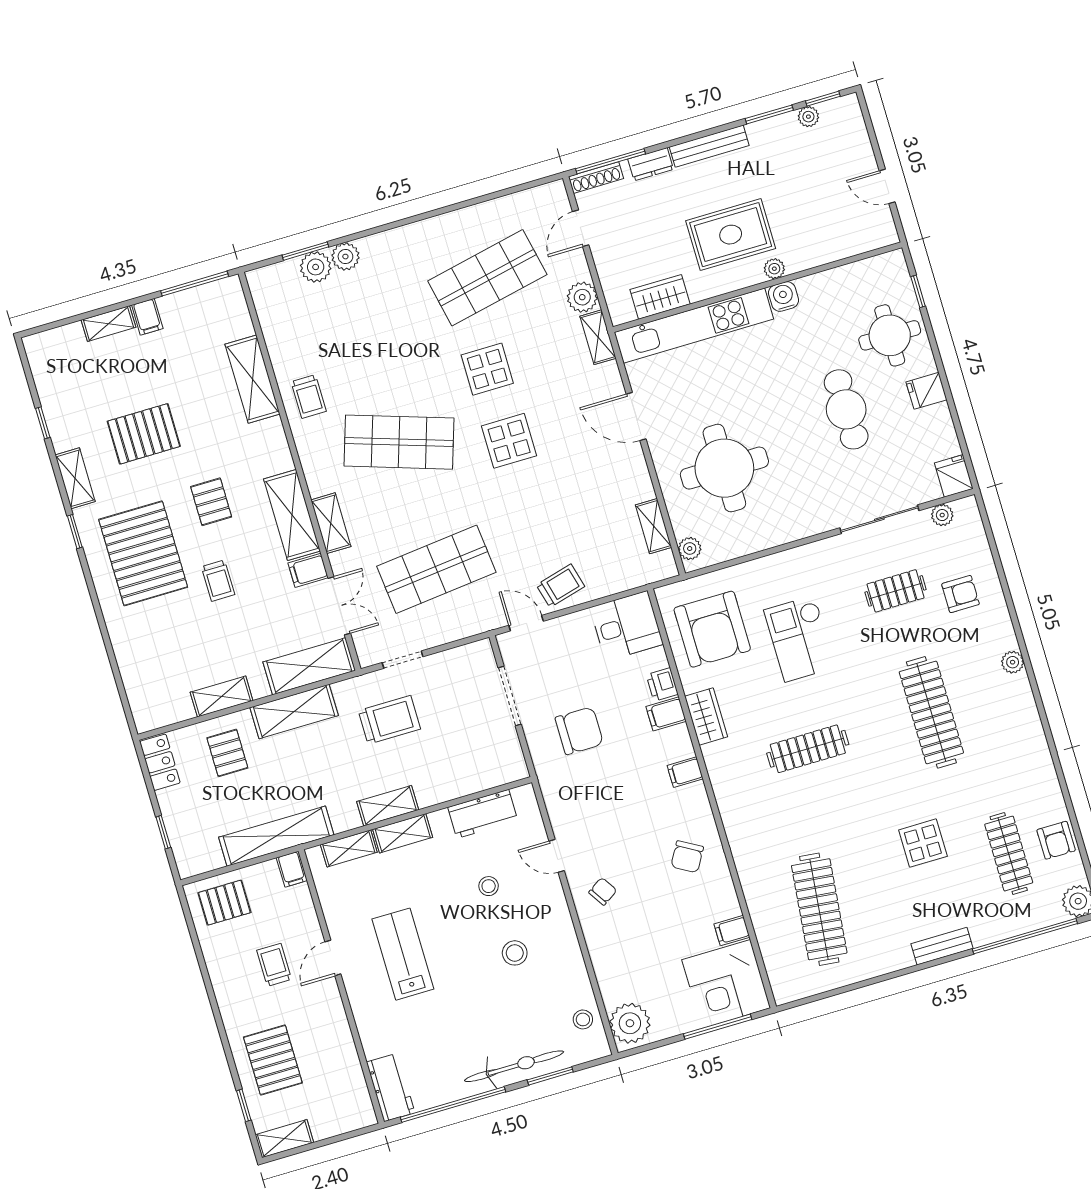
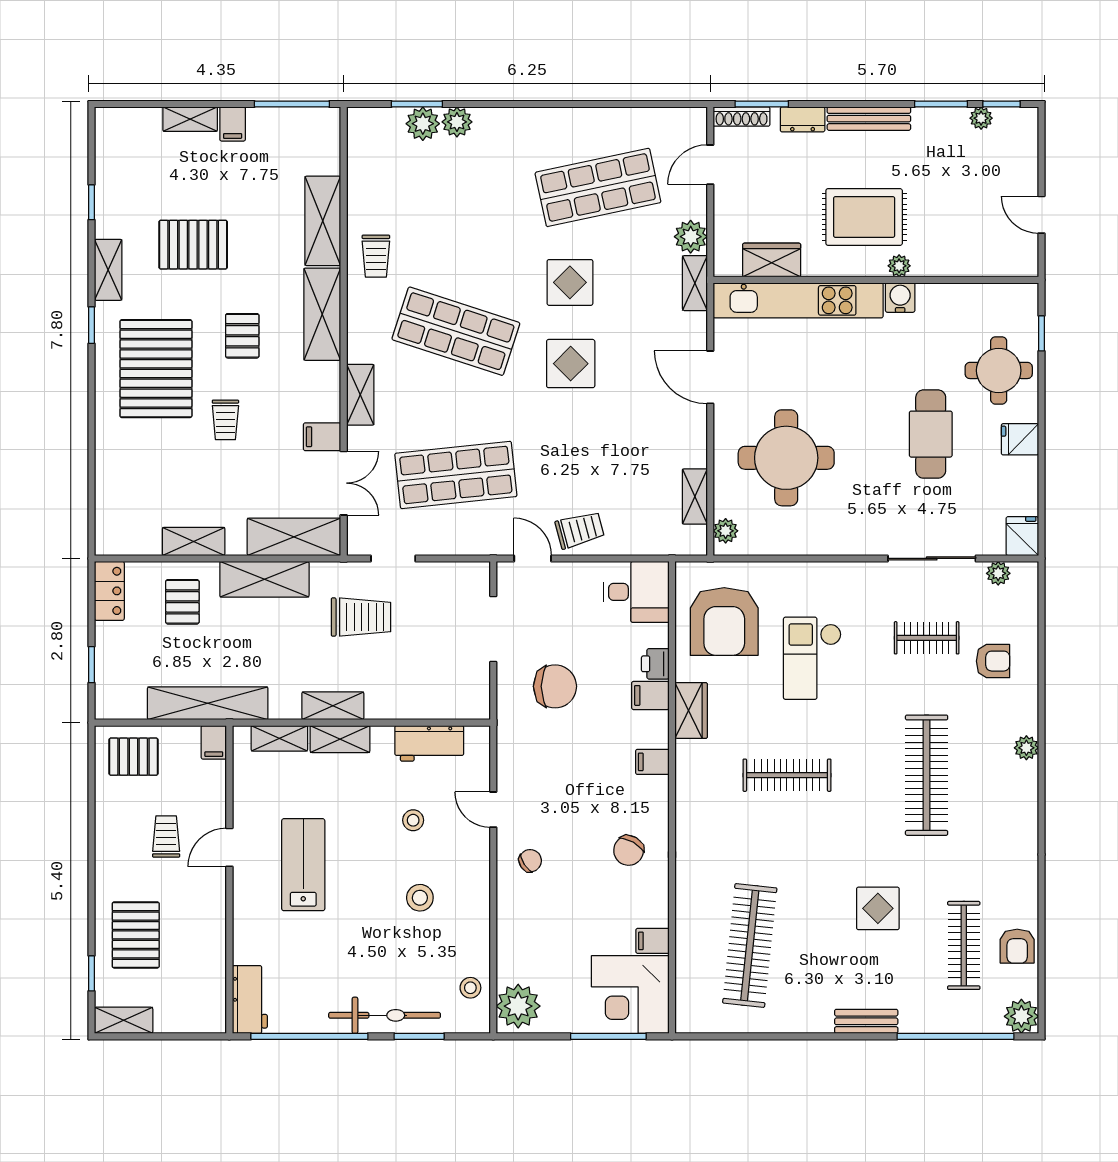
window: (610, 161) -> (762, 104), width x0.69
shelving: (292, 515) -> (322, 314), moved

